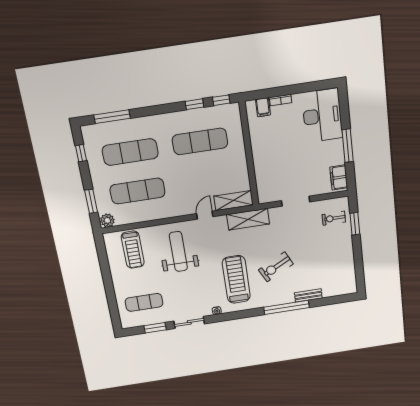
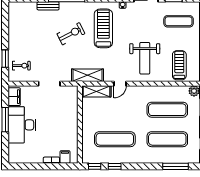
desk: (322, 115) -> (22, 125), moved
treadmill: (236, 280) -> (103, 28), turned 180

